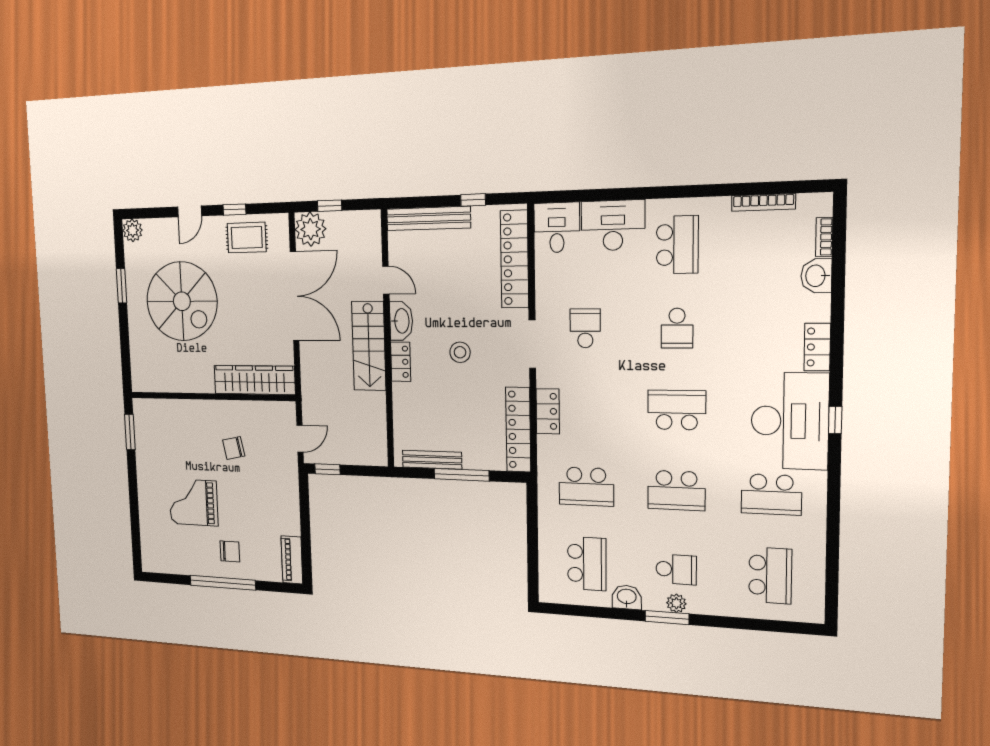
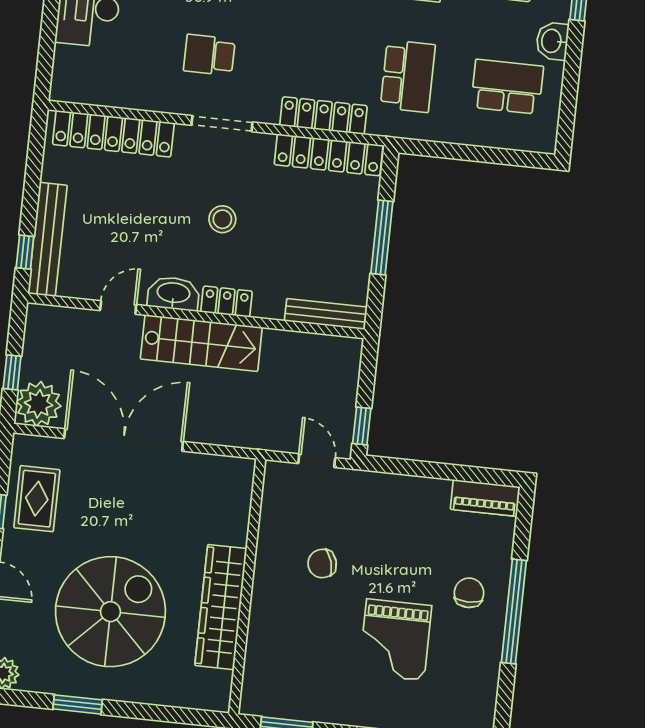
window: (473, 200) -> (25, 252), moved
desk: (557, 228) -> (82, 76), removed
wardrobe: (254, 380) -> (221, 607), moved
locker: (548, 411) -> (323, 116), width x1.53
chair: (234, 448) -> (322, 564), turned 86
bench: (432, 460) -> (326, 314), moved, turned 90

